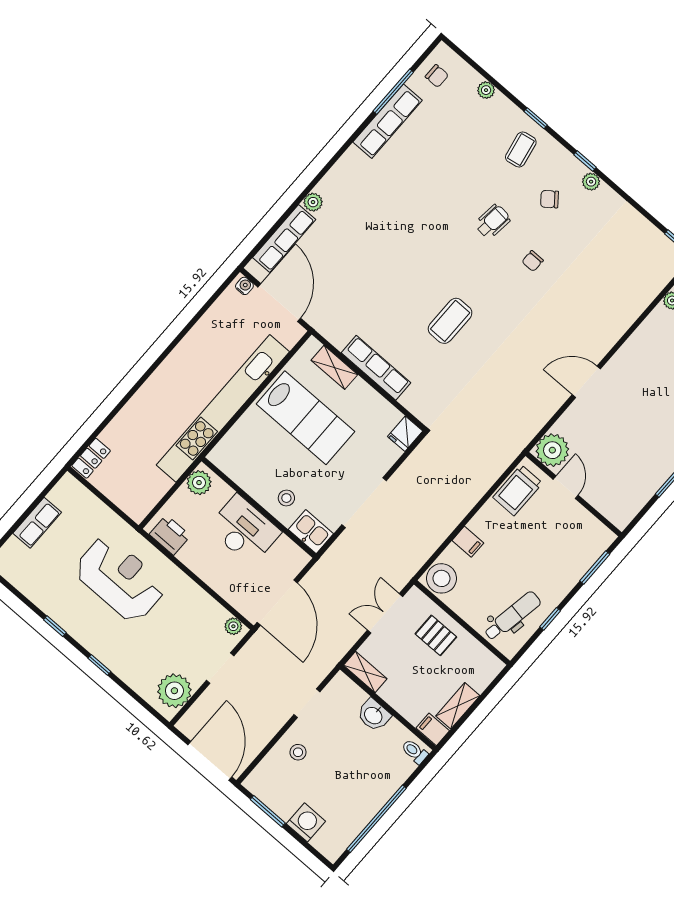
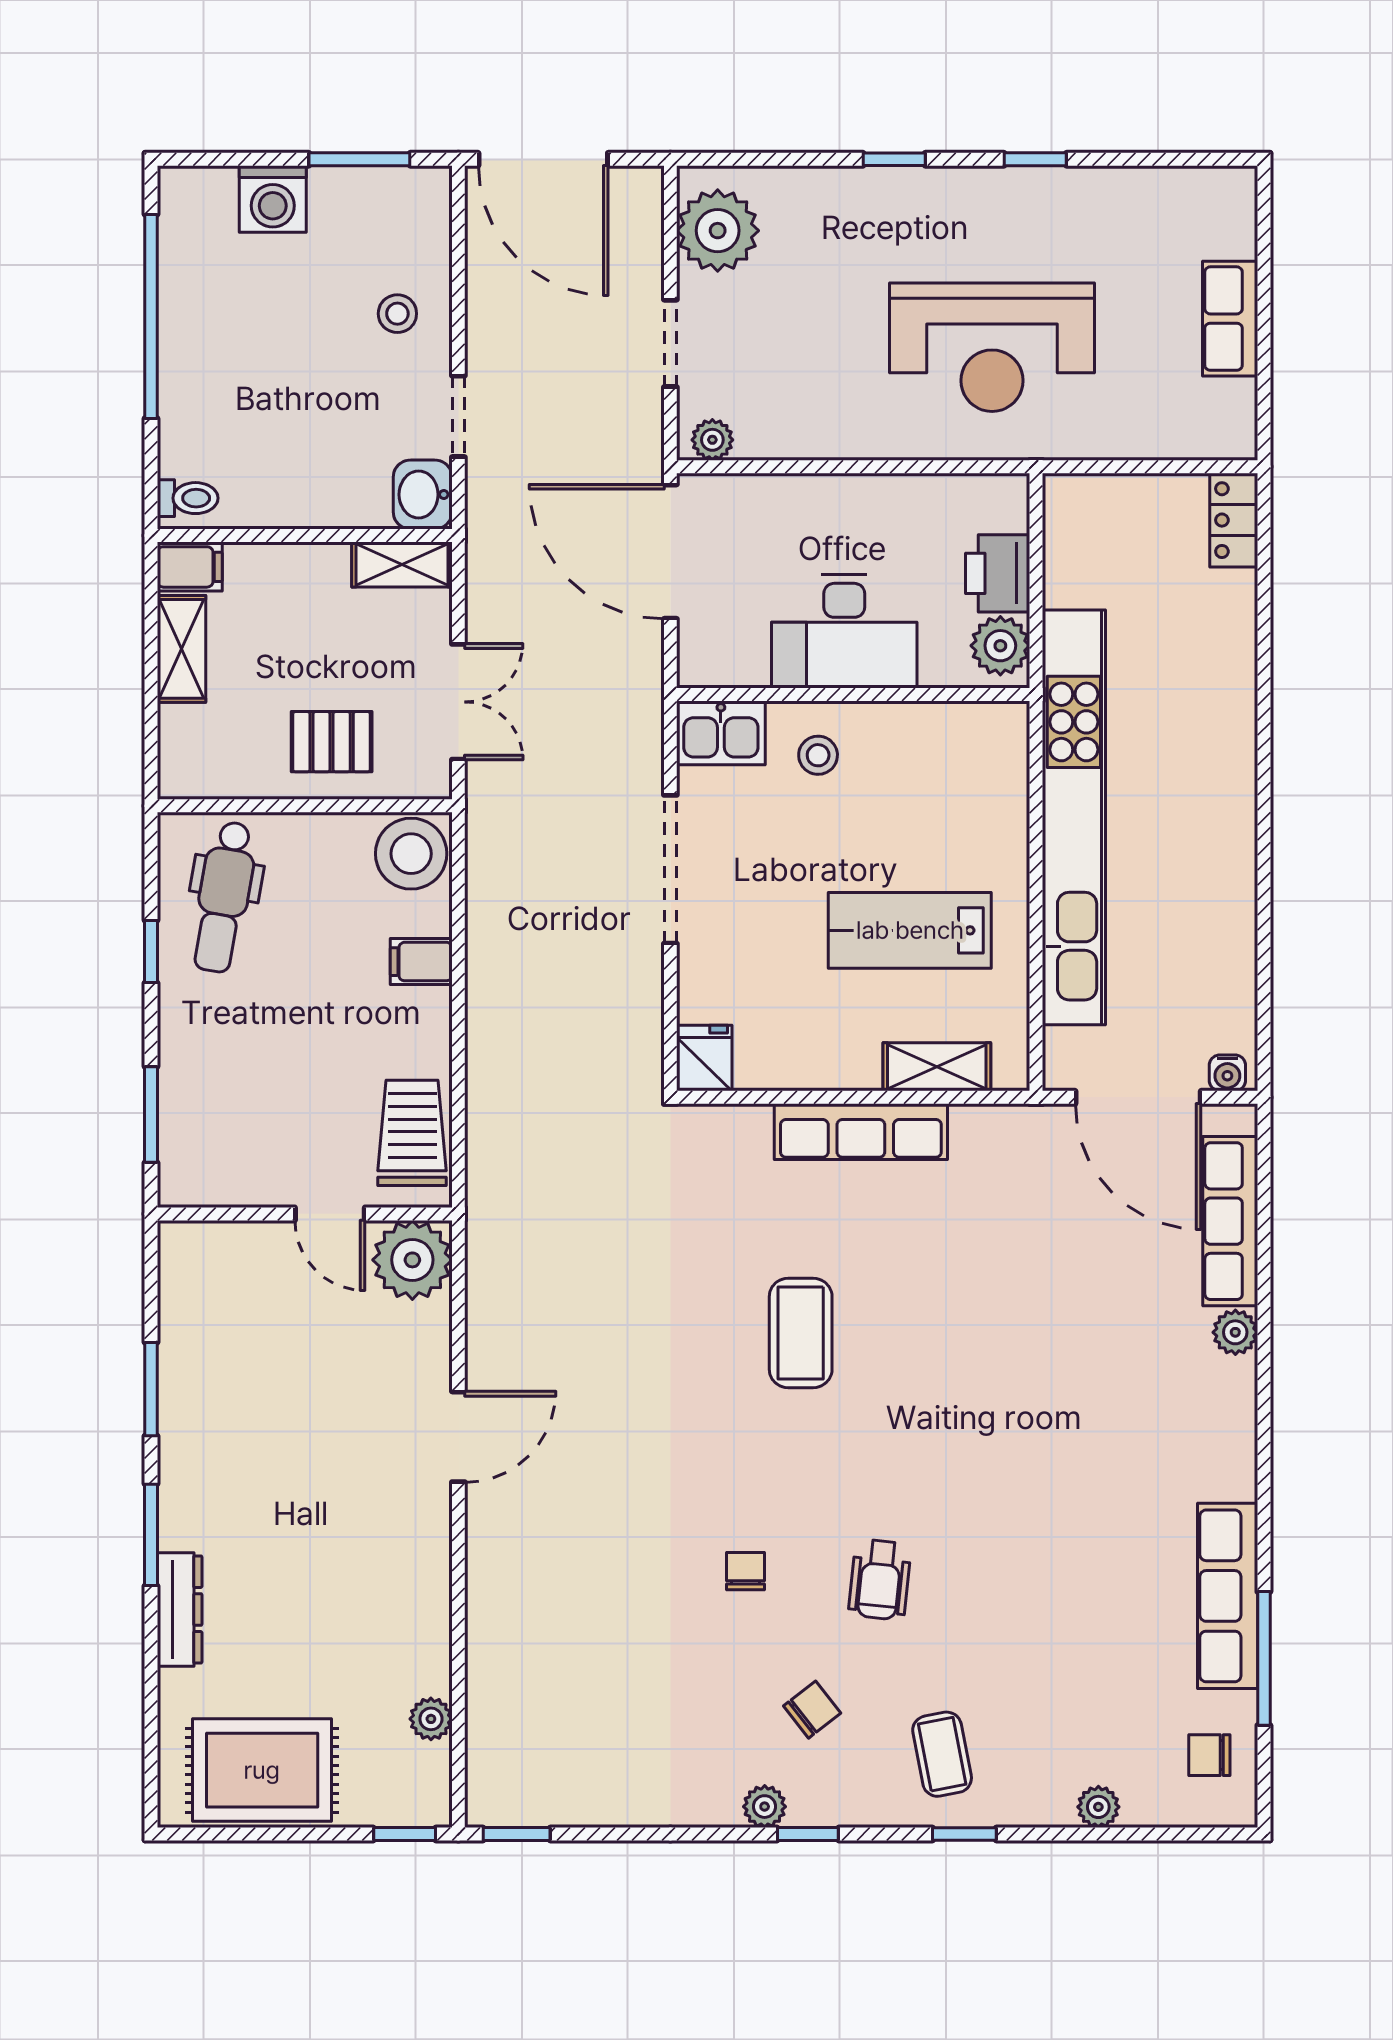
lab bench: (305, 418) -> (910, 930), width x0.73, depth x0.72
printer: (170, 535) -> (998, 573), moved, turned 90
washbasin: (374, 715) -> (423, 495), moved, turned -90

